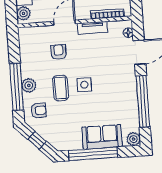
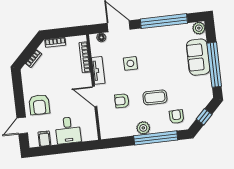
plant: (24, 13) -> (88, 135), removed
plant: (29, 85) -> (143, 128), moved
side table: (84, 85) -> (130, 63), moved

